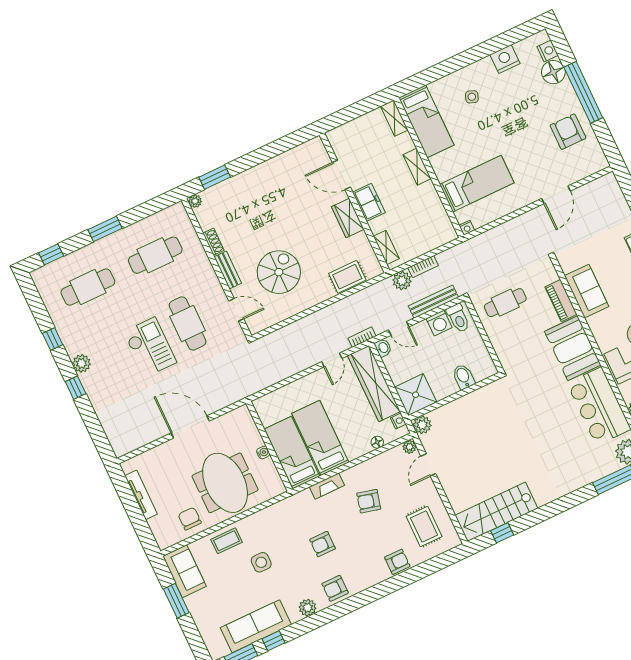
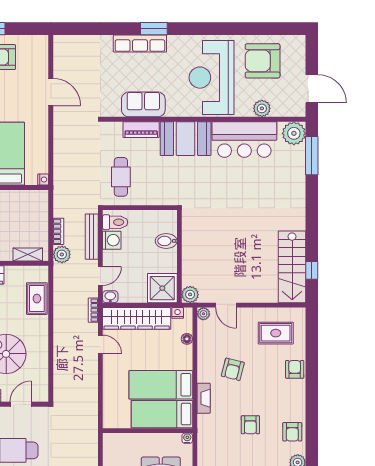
water cooler: (263, 452) -> (187, 438), moved

